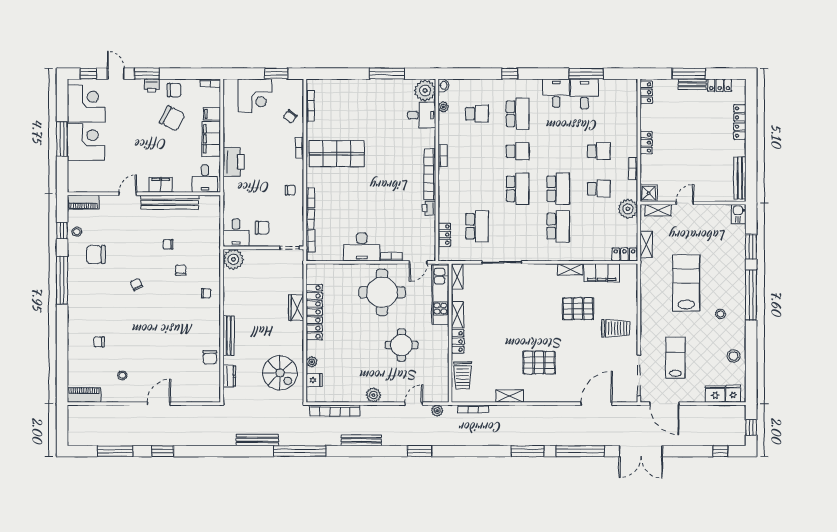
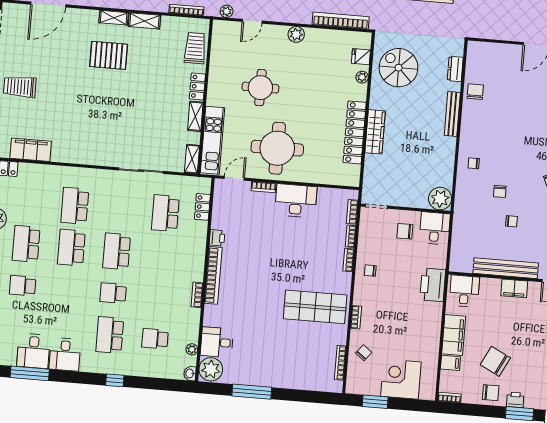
chair: (174, 90) -> (491, 393), turned 180
printer: (234, 162) -> (433, 285), moved
school desk: (599, 189) -> (26, 244), width x1.85
shelving: (570, 269) -> (114, 18), moved
wardrobe: (296, 308) -> (375, 132), width x1.50
pallet: (578, 309) -> (60, 112), removed

